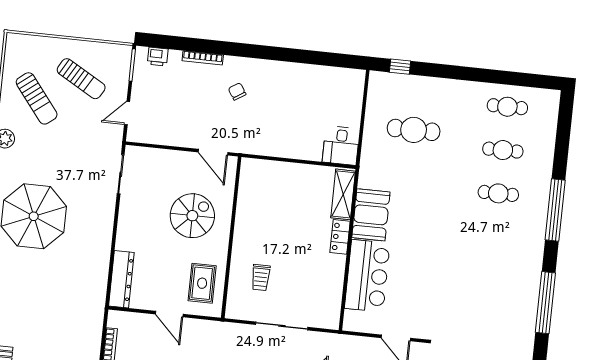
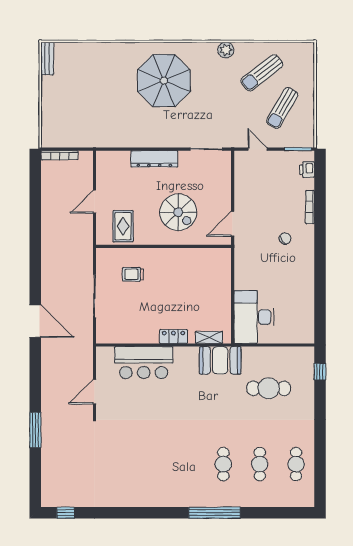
cafe table: (414, 130) -> (269, 388), turned 90
desk: (341, 146) -> (254, 317), width x1.87, depth x1.30
shelving: (343, 194) -> (209, 337), width x0.67, depth x0.75
booth: (371, 215) -> (220, 360), moved
dresser: (121, 279) -> (154, 159), moved
rug: (202, 283) -> (123, 226), turned 90
window: (545, 303) -> (137, 513), removed

